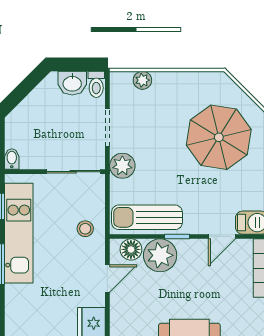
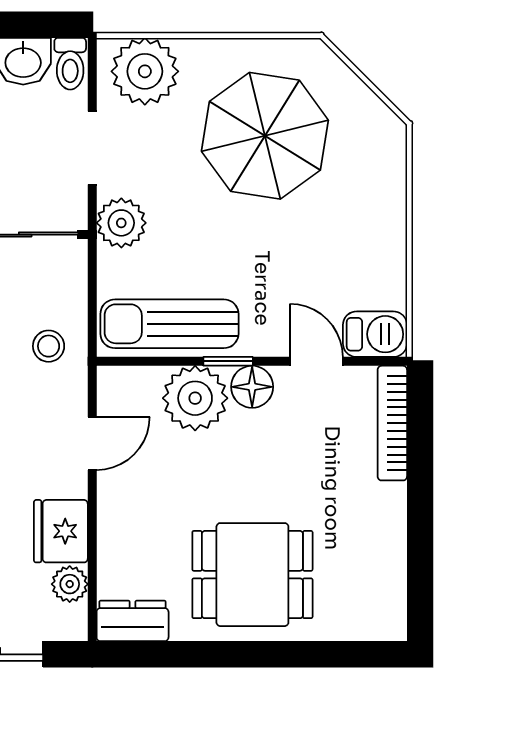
plant: (142, 80) -> (145, 71), width x1.87, depth x1.87
parasol: (219, 137) -> (265, 136), moved
door: (222, 236) -> (316, 361), swing flipped
floor lamp: (131, 249) -> (252, 387), moved

